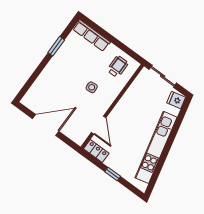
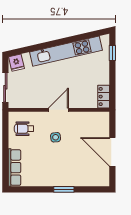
window: (56, 46) -> (64, 189), moved
door: (99, 125) -> (58, 110), moved
window: (113, 174) -> (112, 53), moved

